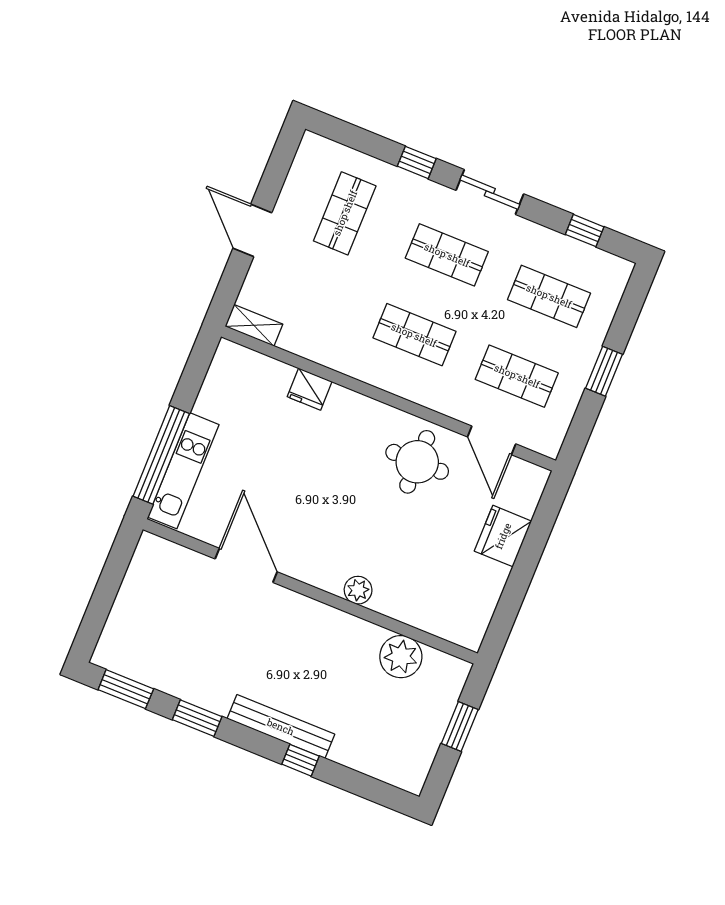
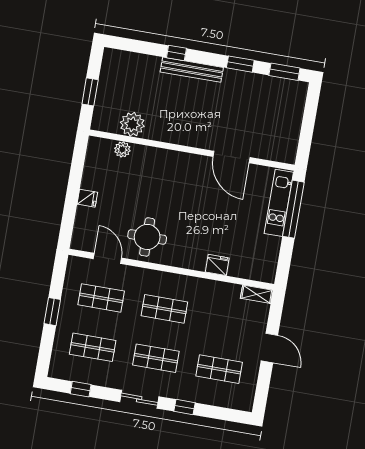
shop shelf: (345, 213) -> (219, 369), turned 90
fridge: (503, 536) -> (87, 198), width x0.53, depth x0.75
plant: (358, 590) -> (122, 149), moved

